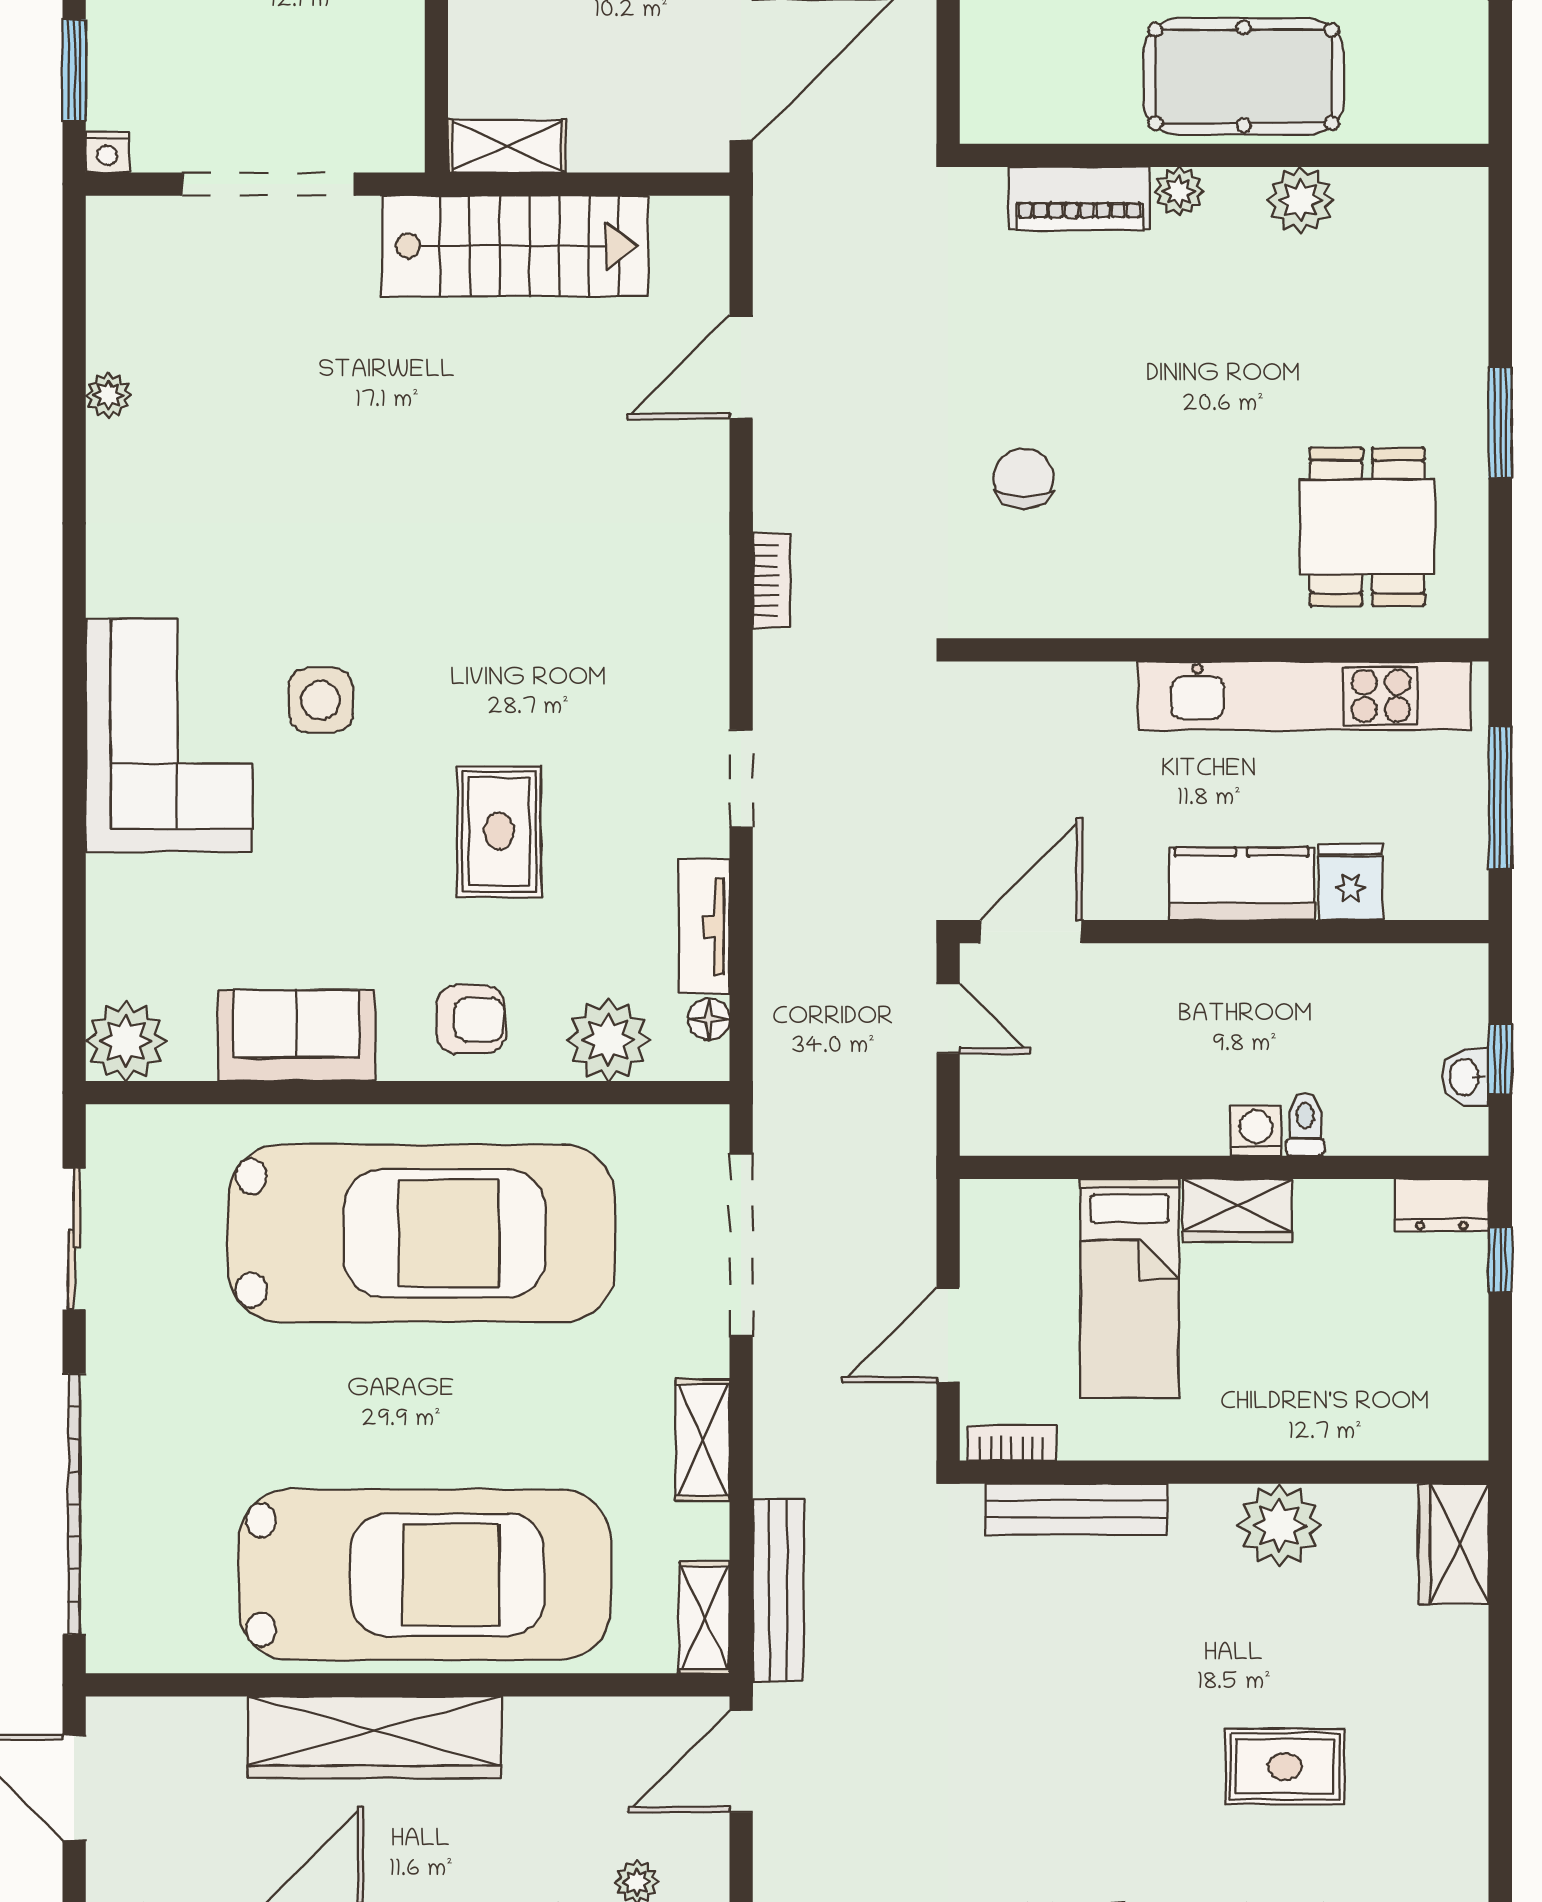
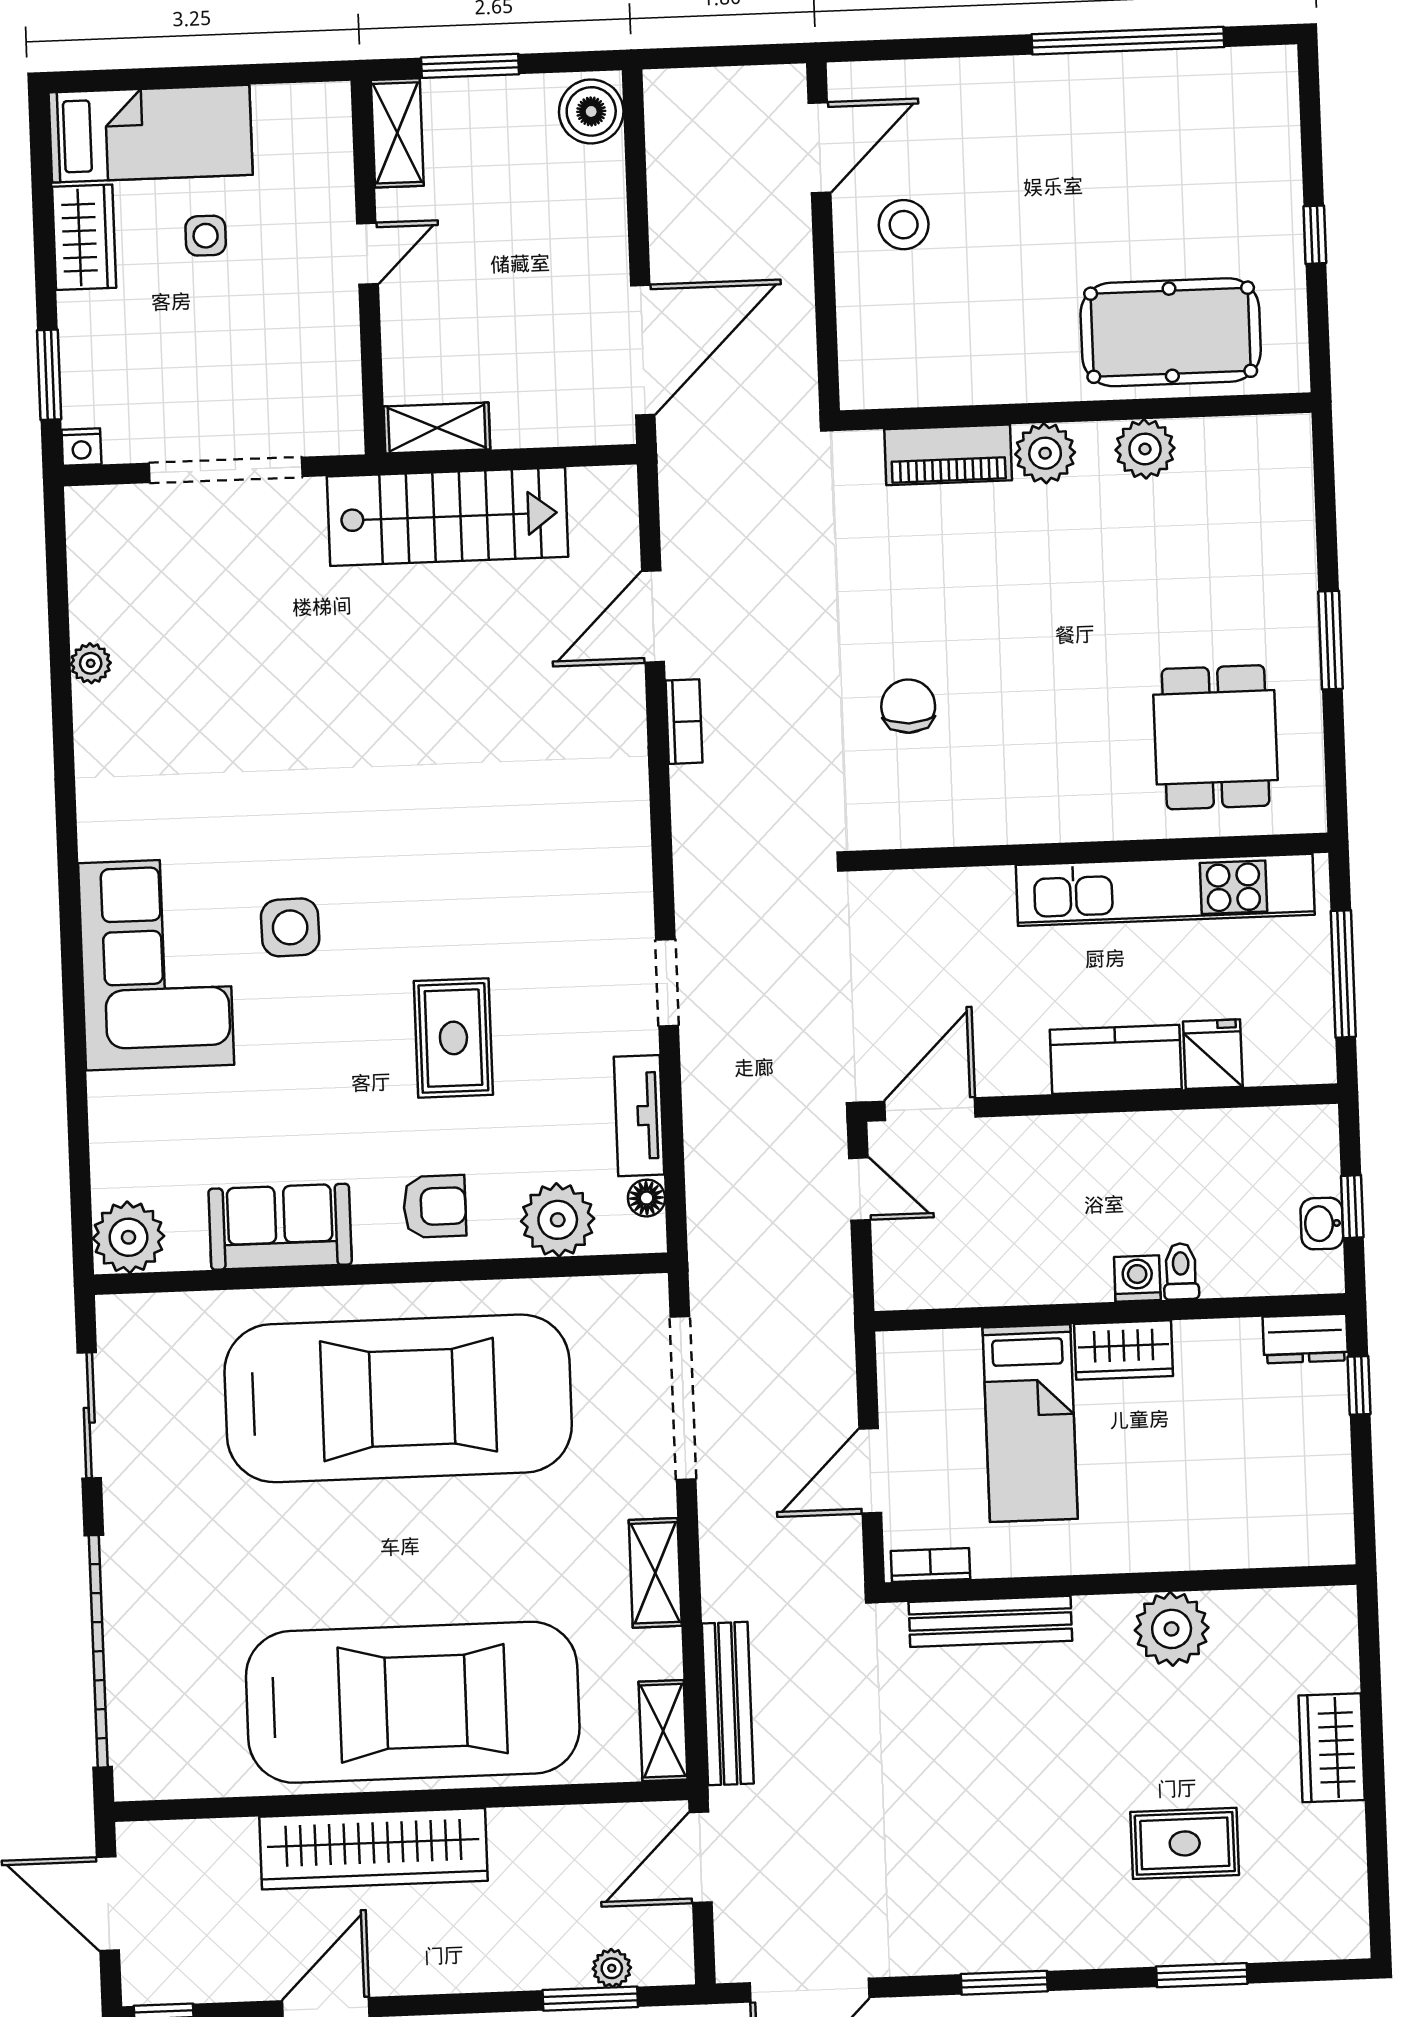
pool table: (1244, 76) -> (1171, 332), moved
plant: (1179, 191) -> (1045, 453), width x1.38, depth x1.38
bookcase: (772, 580) -> (684, 722), moved
wardrobe: (1454, 1544) -> (1332, 1748), moved

